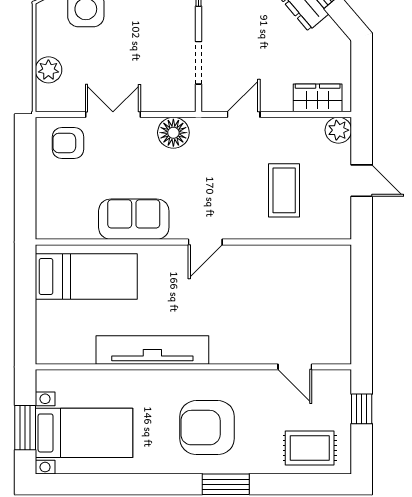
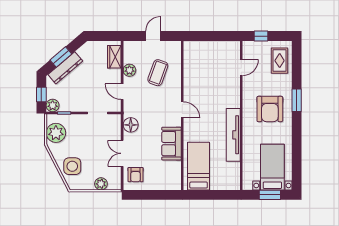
plant: (338, 130) -> (129, 70), moved
coffee table: (284, 190) -> (158, 73), turned -70

